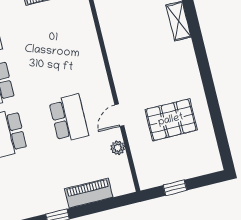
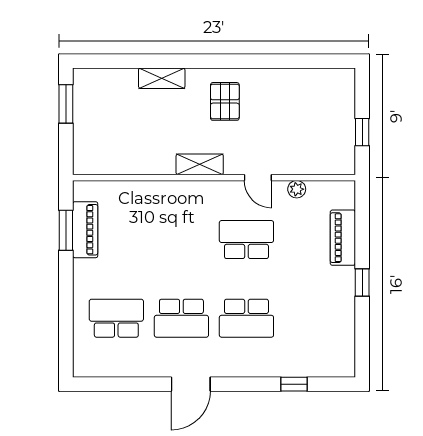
shelving: (119, 67) -> (200, 164), added
pallet: (171, 120) -> (225, 101), moved, width x0.67, depth x0.71

